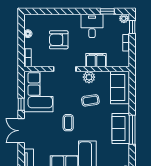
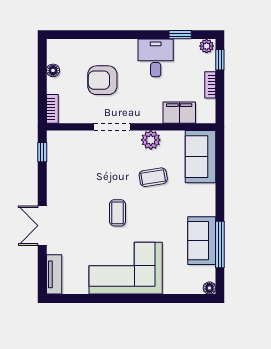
filing cabinet: (96, 60) -> (179, 113), moved
corner sofa: (38, 92) -> (70, 163), removed
window: (21, 104) -> (42, 152), moved
sofa: (121, 128) -> (202, 241), moved
window: (132, 130) -> (220, 245), moved

